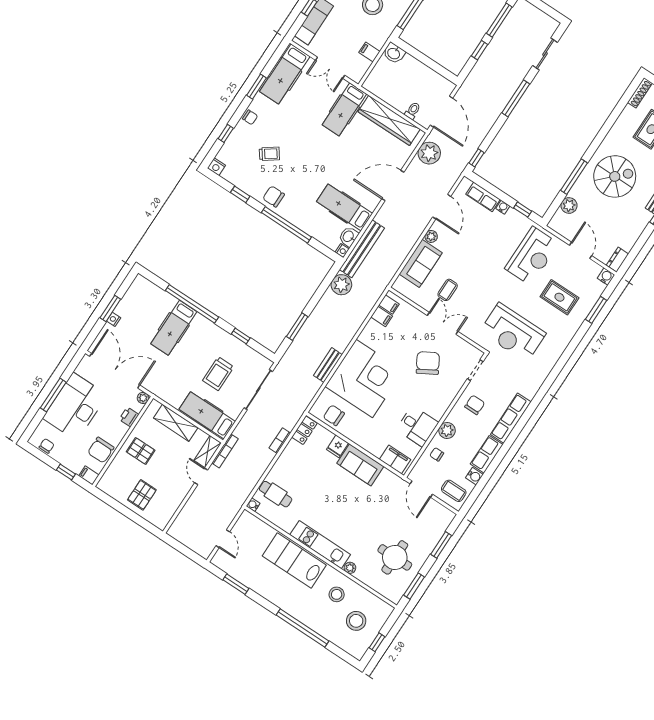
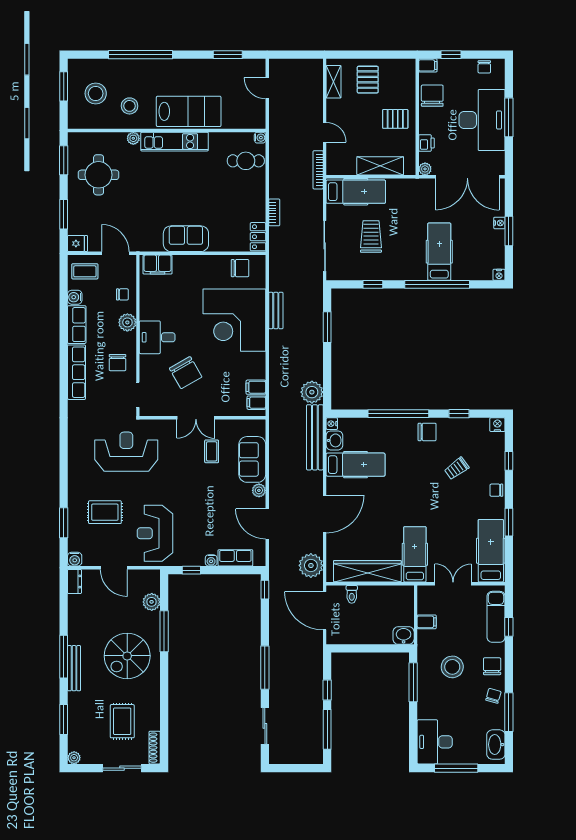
nightstand: (140, 280) -> (499, 275), added
desk: (417, 426) -> (157, 337), moved
fridge: (338, 446) -> (77, 243), moved, turned 90
shelving: (208, 452) -> (334, 82), moved
window: (377, 642) -> (64, 86), width x1.50

